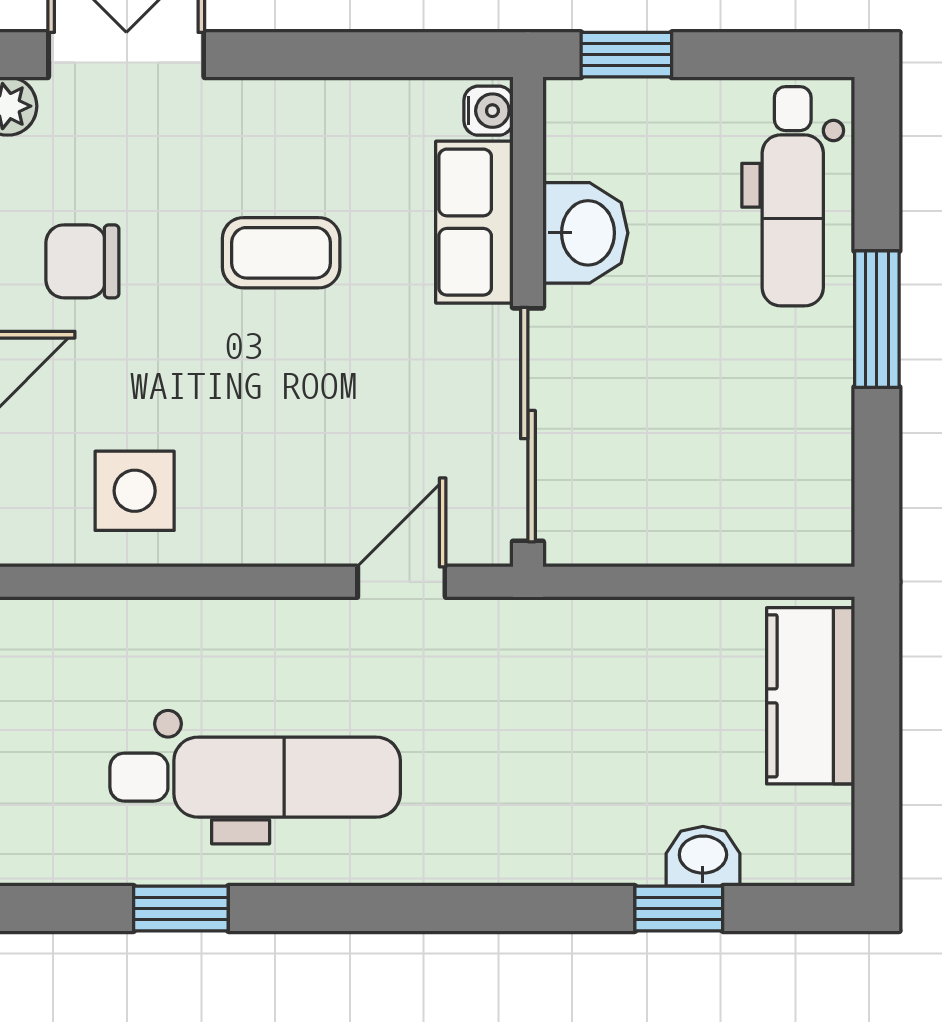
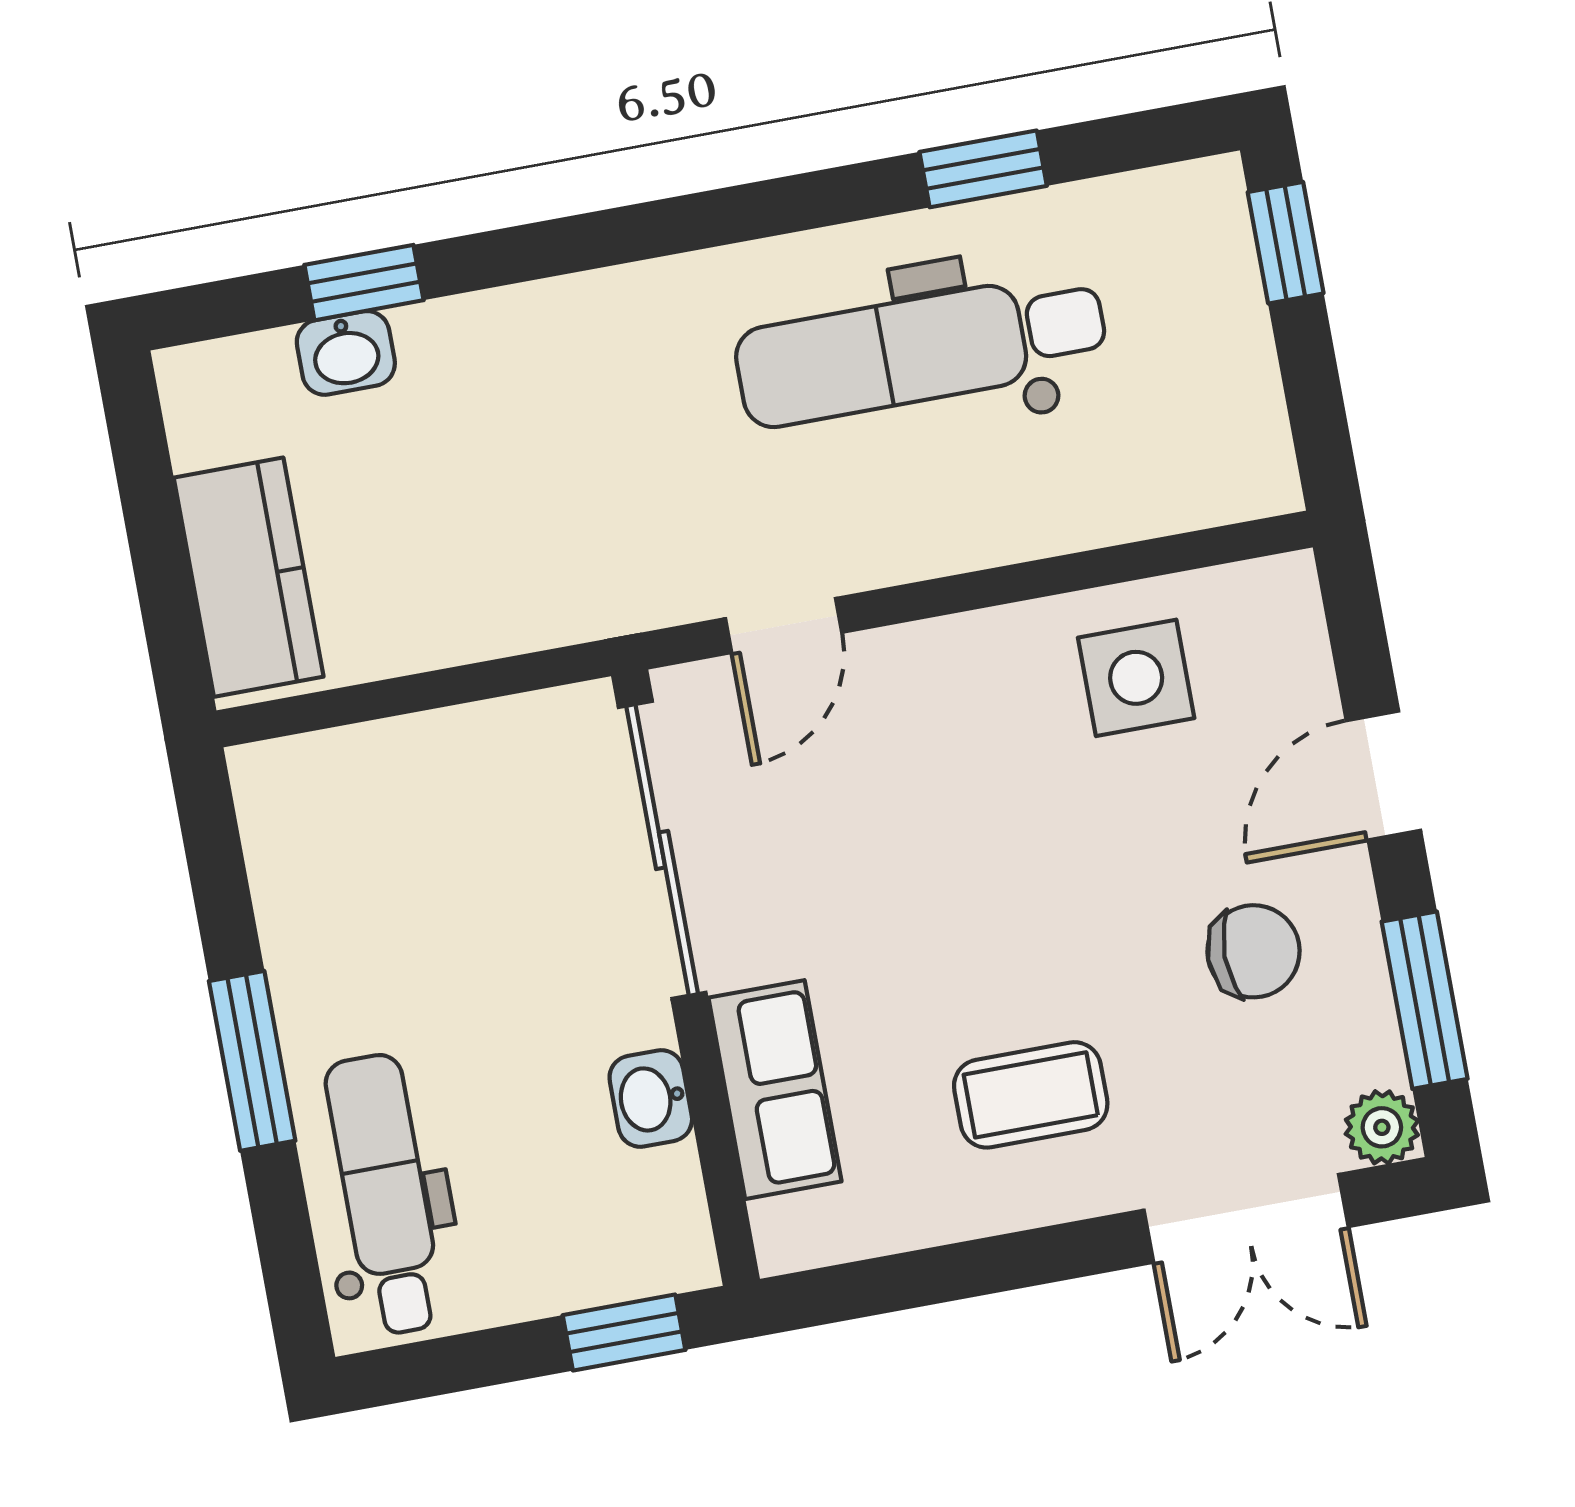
water cooler: (488, 111) -> (783, 1231), removed
washbasin: (585, 233) -> (651, 1098), width x0.72, depth x0.69
coffee table: (281, 253) -> (1031, 1095), moved

